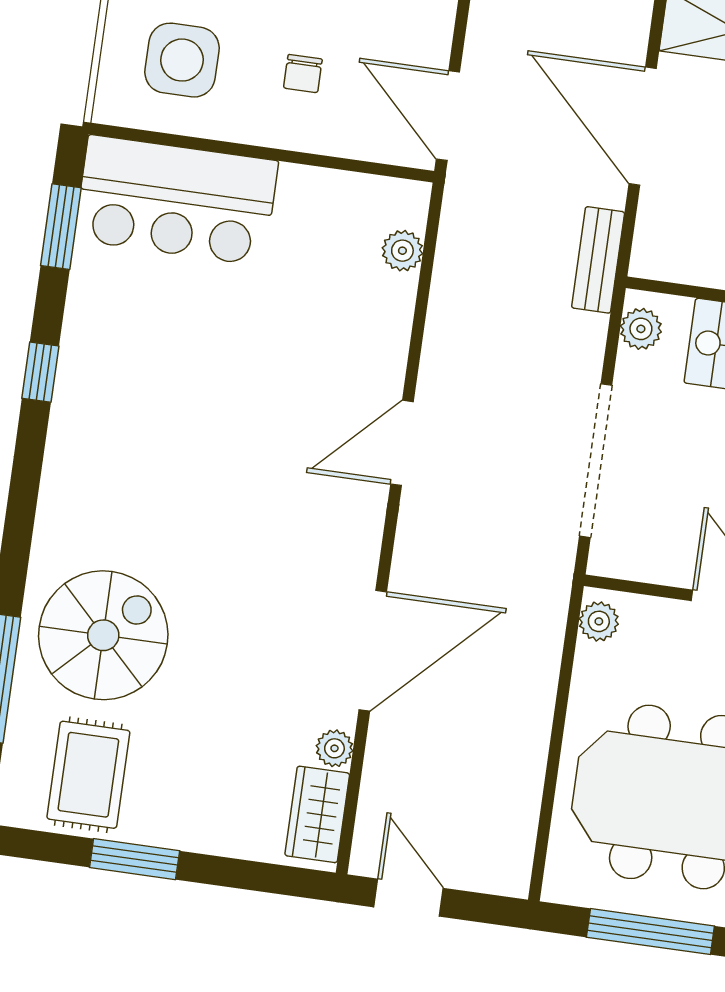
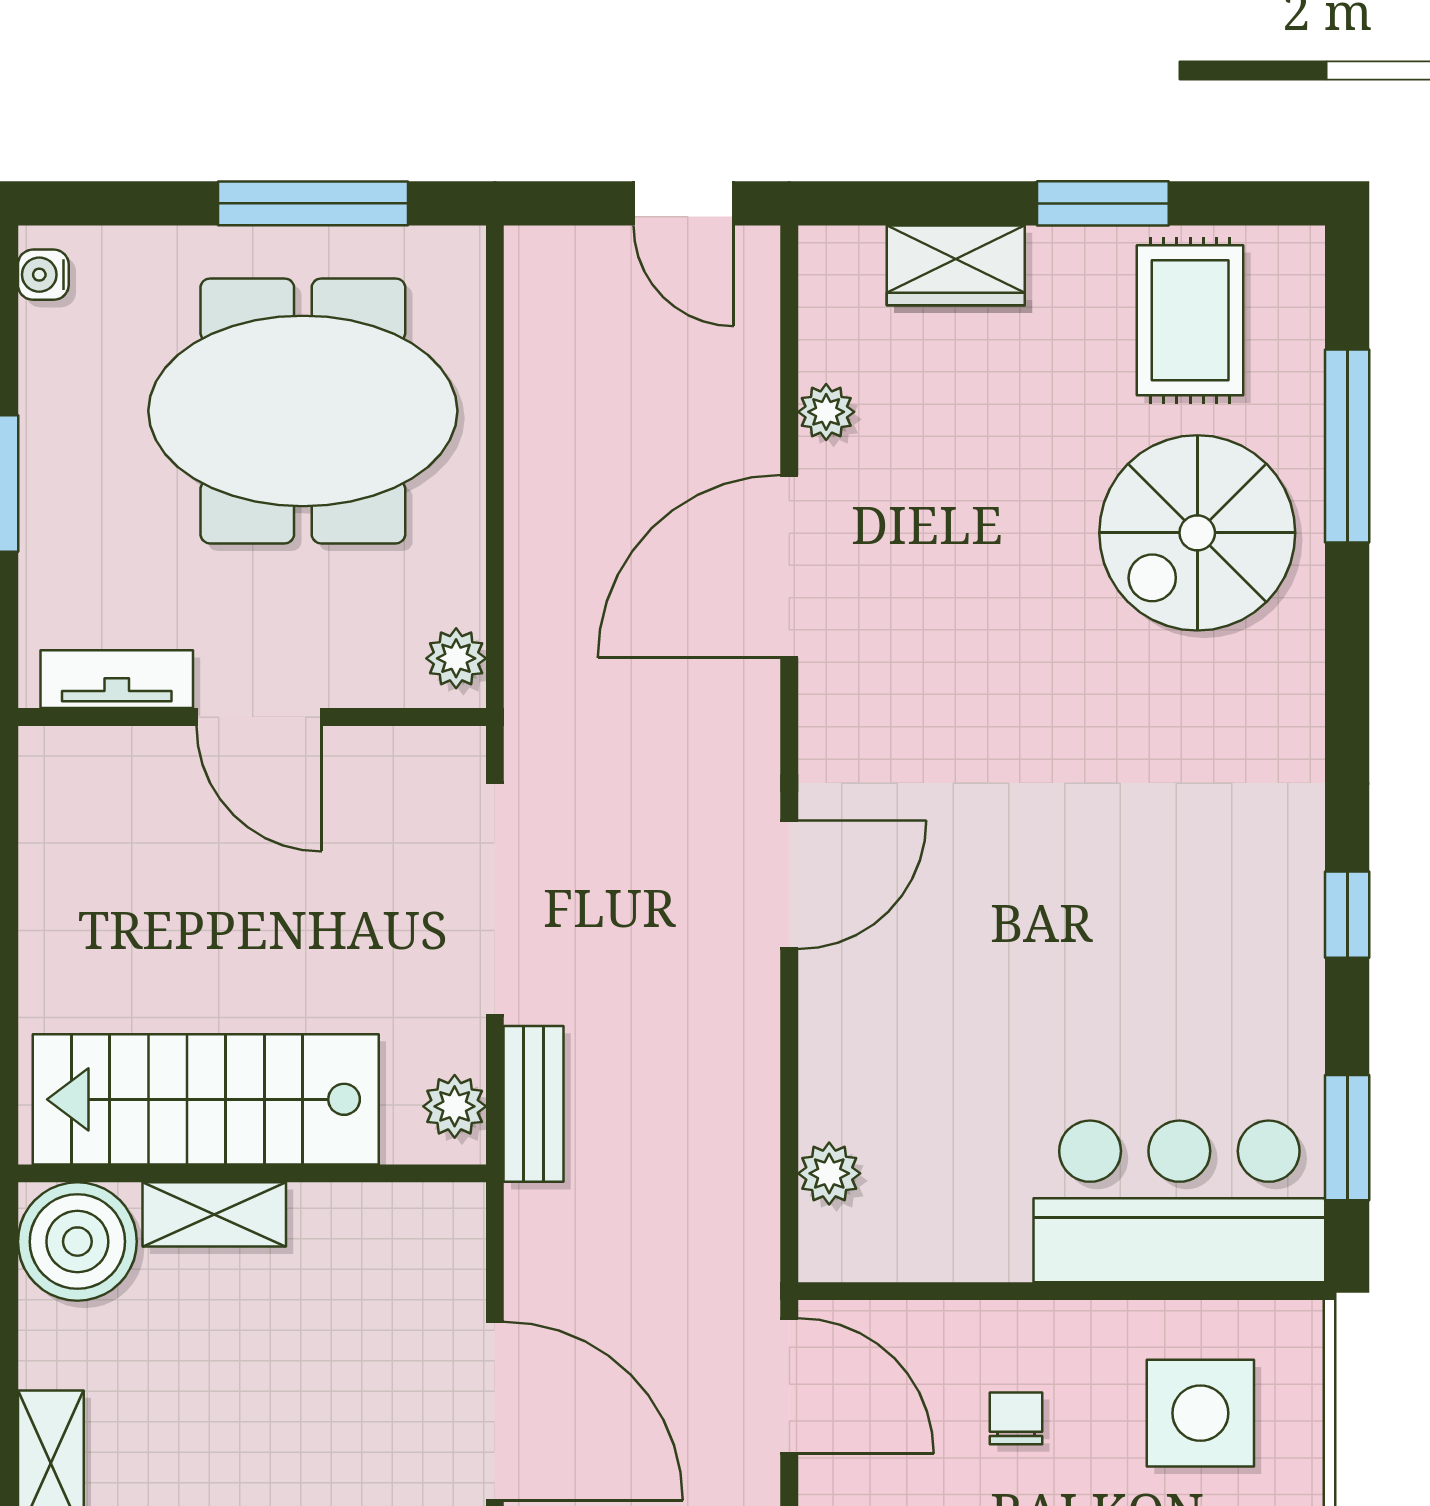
bench: (598, 260) -> (534, 1104), moved
wardrobe: (317, 814) -> (956, 265), moved, turned 90

